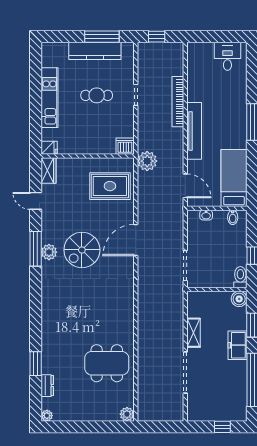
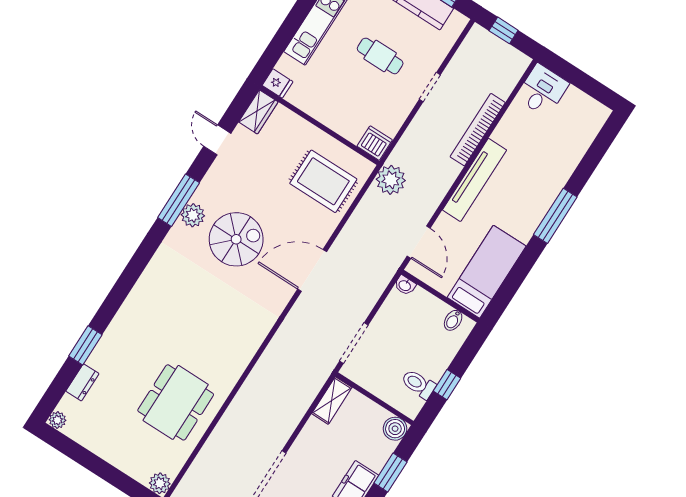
desk: (227, 56) -> (542, 90), moved
washbasin: (206, 215) -> (405, 285), moved
spiral stairs: (82, 250) -> (236, 239), turned 180
toilet: (240, 277) -> (418, 384), moved, turned -90
shelving: (194, 333) -> (332, 400), moved
dining table: (107, 363) -> (176, 402), turned 90

